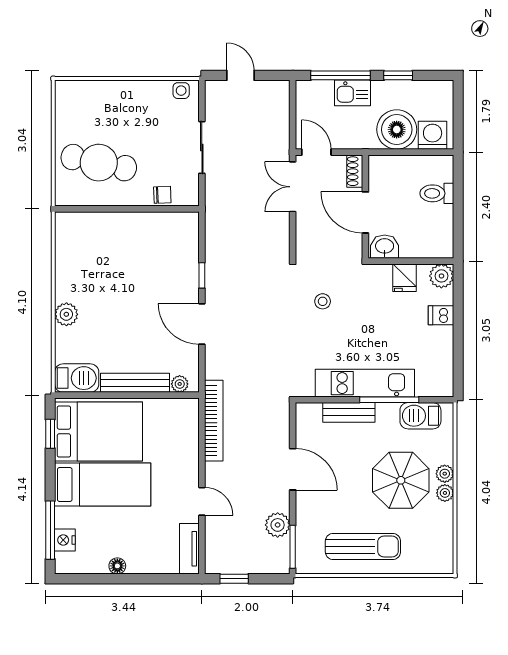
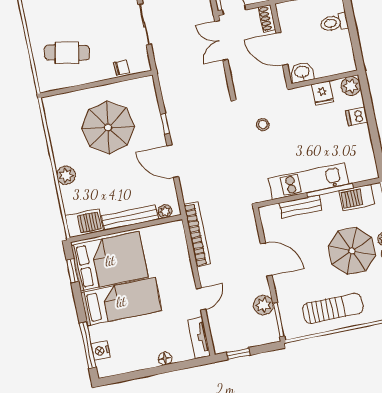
cafe table: (99, 163) -> (67, 53), width x0.73, depth x0.74
parasol: (131, 266) -> (108, 127), added
door: (202, 501) -> (201, 299), hinge flipped
floor lamp: (117, 566) -> (165, 358), moved

